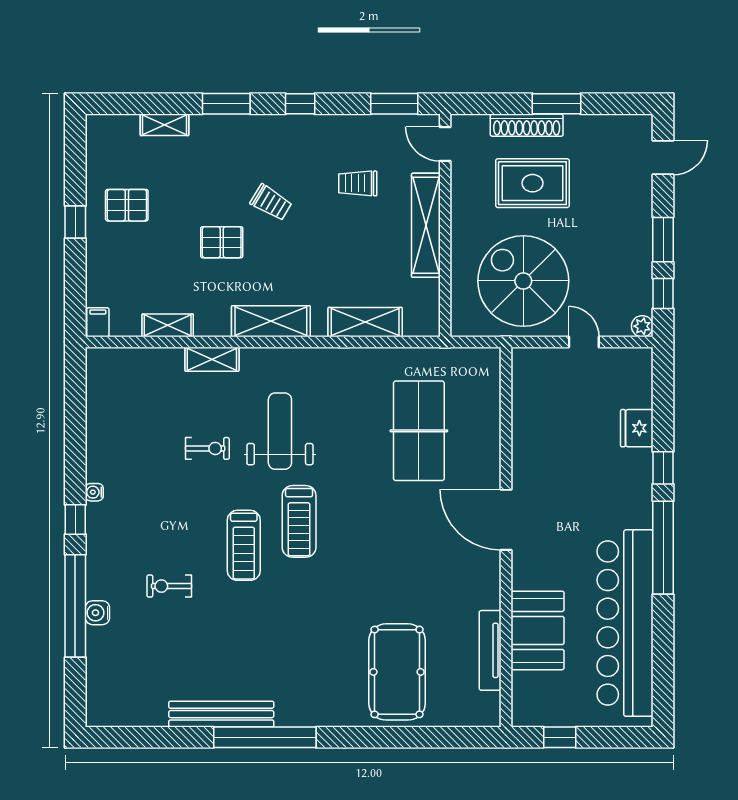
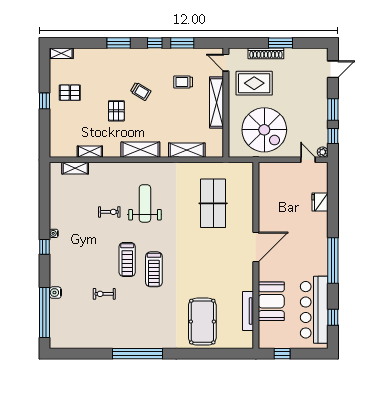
window: (394, 104) -> (182, 43), moved
shelving: (165, 125) -> (61, 53), moved
rug: (532, 183) -> (254, 83), moved
pallet: (222, 242) -> (116, 111), turned 90
spiral stairs: (523, 281) -> (264, 130), turned 180
filing cabinet: (98, 322) -> (56, 150), removed
door: (584, 342) -> (308, 160), moved
shelving: (212, 359) -> (75, 168), moved
window: (663, 468) -> (333, 317), moved
door: (506, 520) -> (256, 247), swing flipped
treadmill: (299, 521) -> (154, 269), moved
exercise bike: (169, 586) -> (104, 294), moved
window: (75, 606) -> (45, 313), moved
bar counter: (625, 623) -> (314, 310), width x0.73
bench: (221, 714) -> (116, 342), removed

